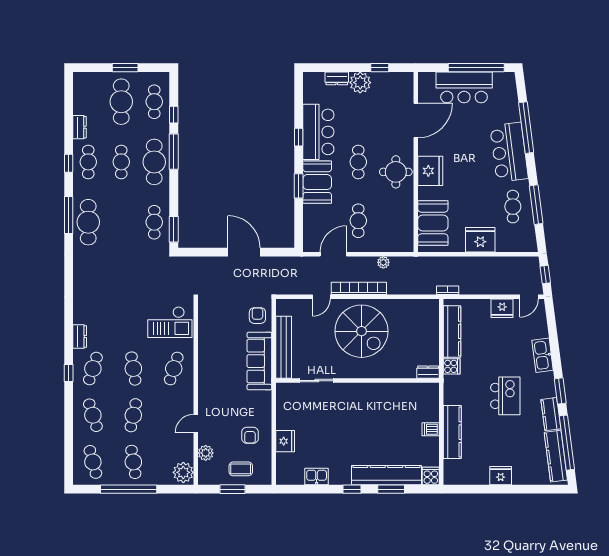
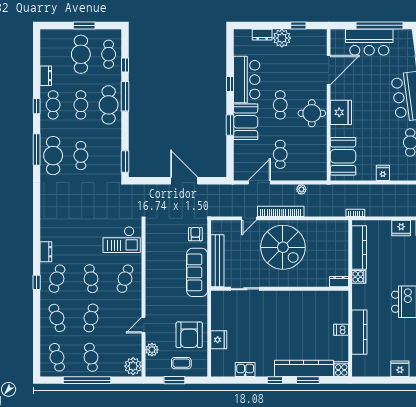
cafe table: (154, 222) -> (81, 156), moved
fridge: (480, 240) -> (383, 173), width x0.53, depth x0.75
armchair: (250, 435) -> (189, 335), width x1.88, depth x1.88

